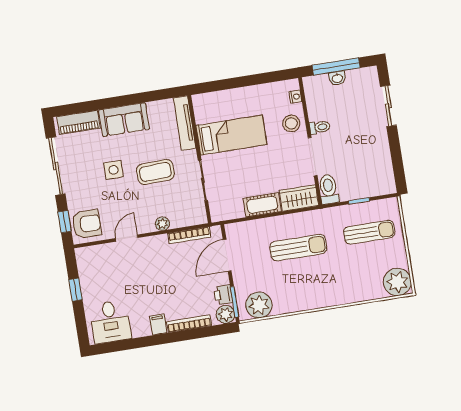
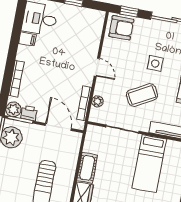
coffee table: (155, 172) -> (142, 95), turned 63
armchair: (87, 224) -> (121, 28), turned -90
plant: (162, 224) -> (97, 101), moved
door: (127, 238) -> (97, 67), moved
filing cabinet: (158, 325) -> (27, 39), moved

